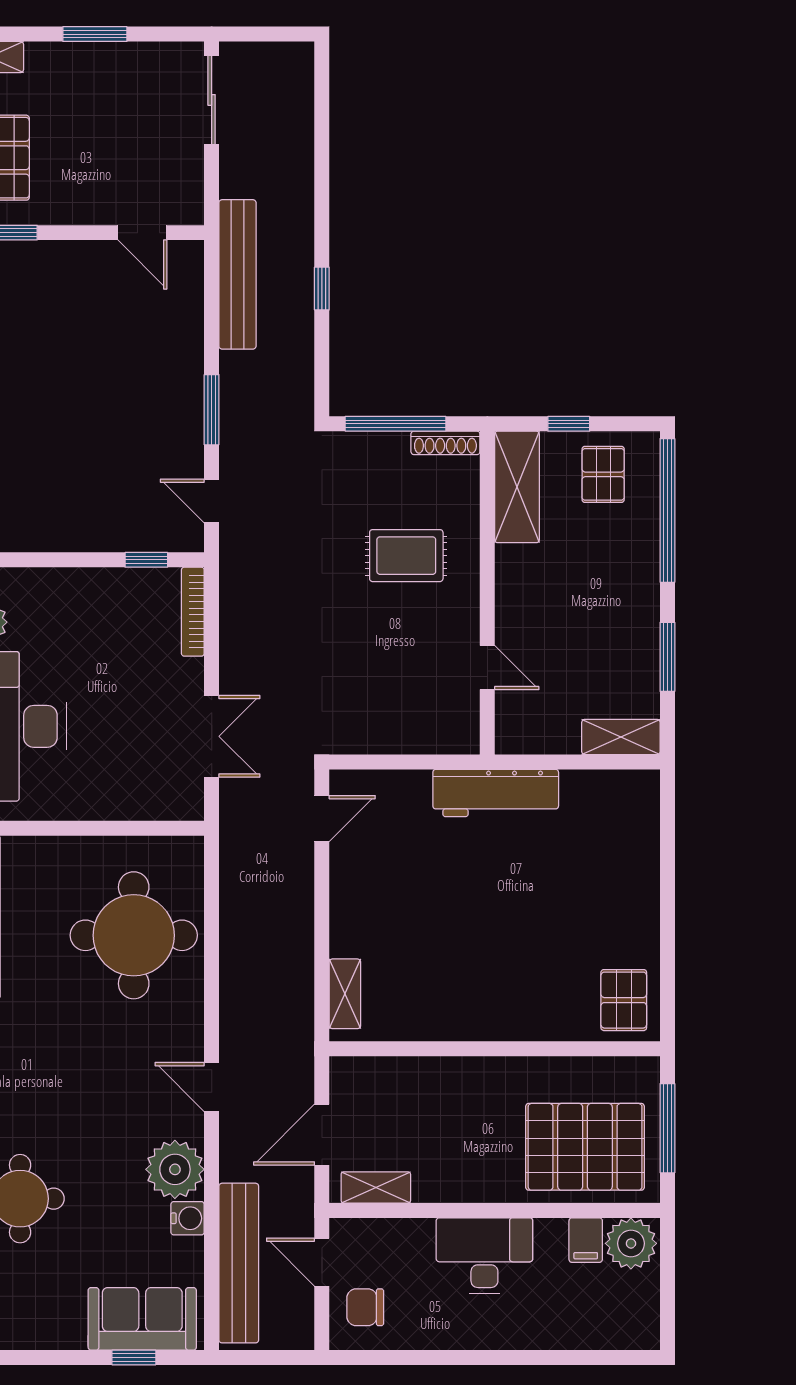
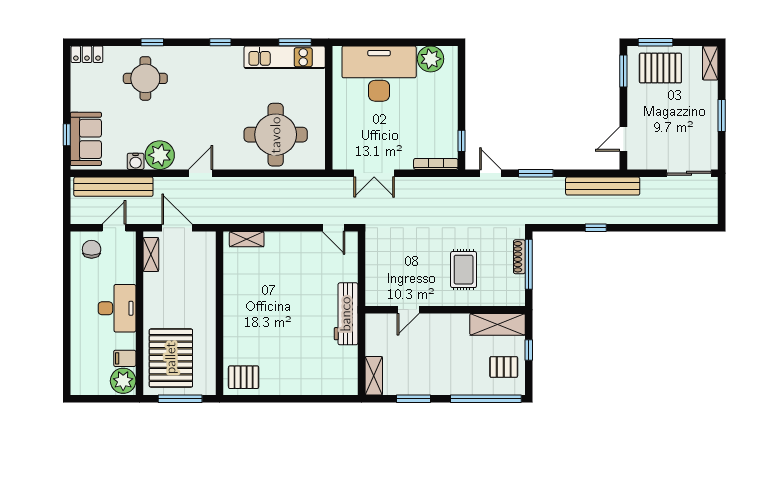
shoe rack: (445, 443) -> (519, 257), moved
door: (212, 501) -> (491, 173), hinge flipped

